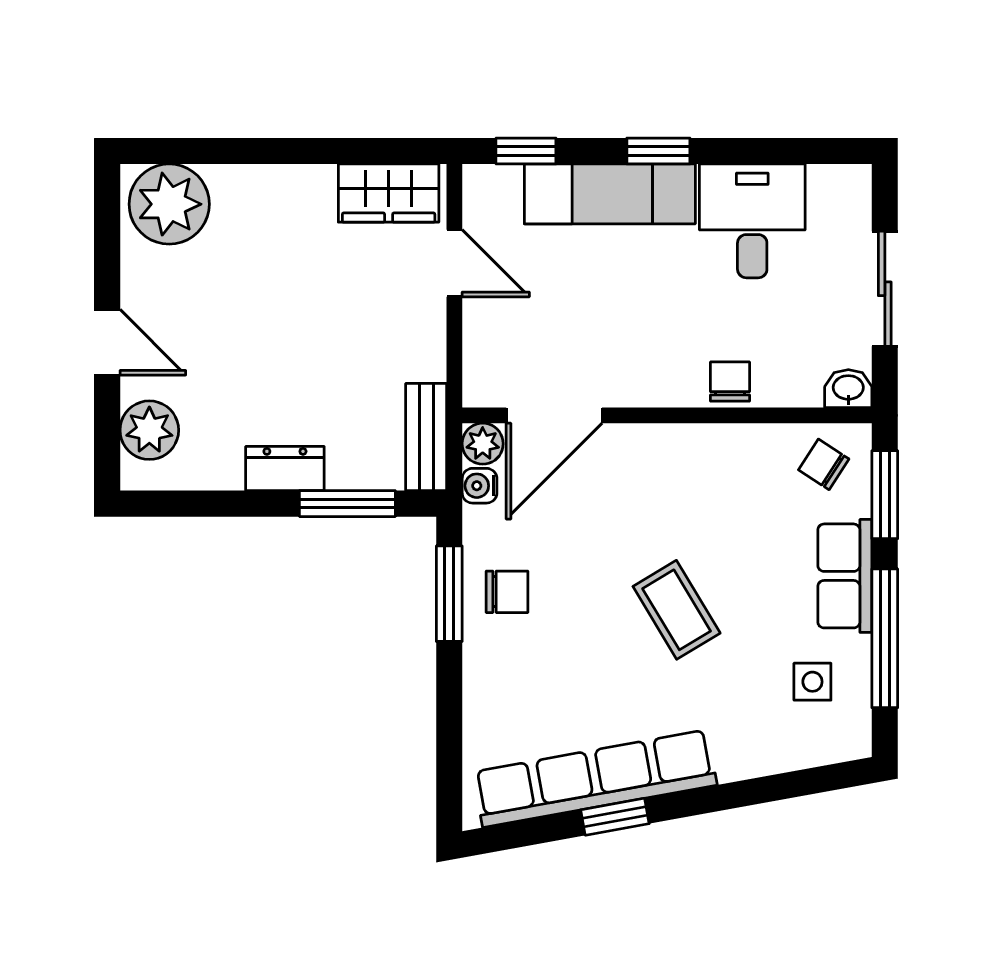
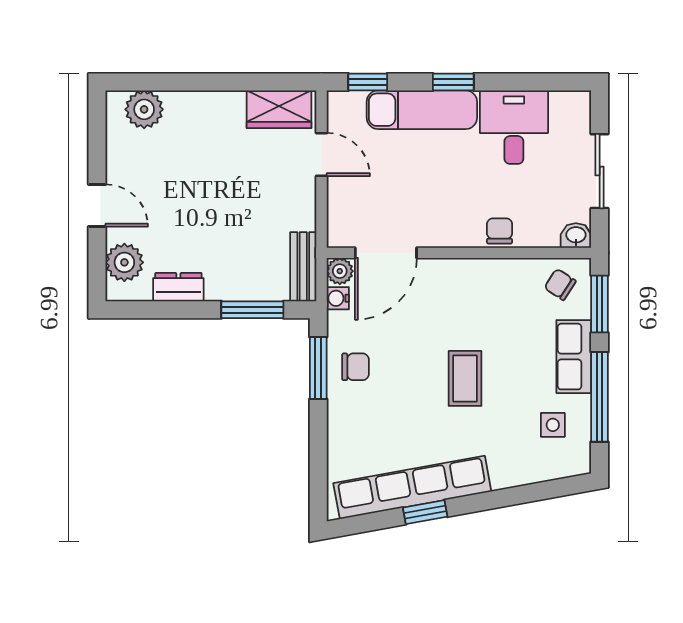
plant: (169, 204) -> (144, 109), width x0.73, depth x0.73
dresser: (285, 469) -> (178, 287), moved
coffee table: (677, 610) -> (465, 378), turned 31

